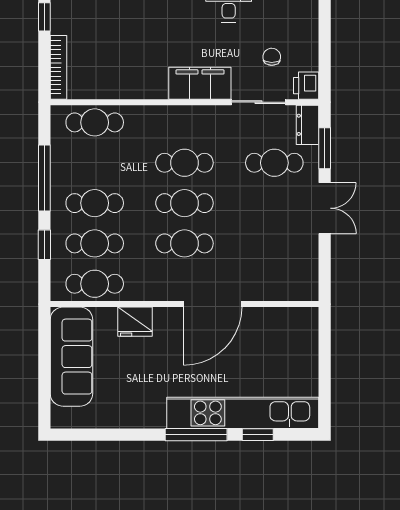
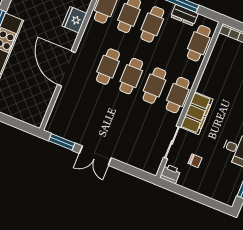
dresser: (307, 125) -> (184, 15), moved, turned 180
window: (325, 148) -> (62, 142), moved
cafe table: (274, 163) -> (178, 95), moved

